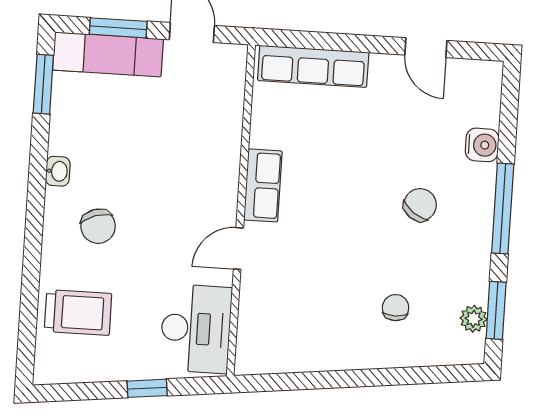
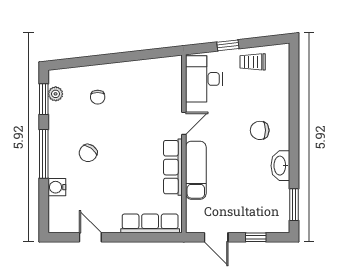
window: (118, 28) -> (256, 237), width x0.67
exam couch: (108, 54) -> (196, 170), moved, turned 90
washbasin: (58, 171) -> (280, 166), width x1.91, depth x1.45
row of seats: (263, 185) -> (173, 167), width x1.48
chair: (98, 226) -> (260, 130), turned -72
trolley: (78, 312) -> (253, 62), moved, width x0.73, depth x0.72

